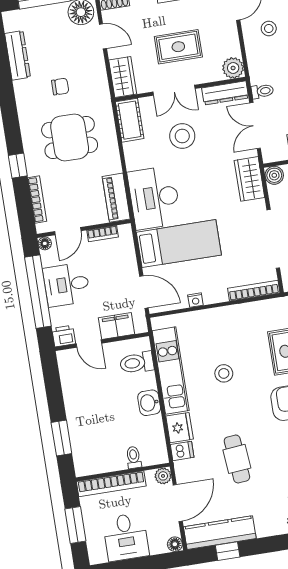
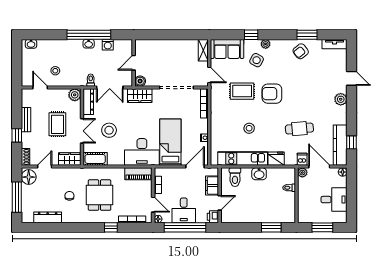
dishwasher: (182, 451) -> (302, 159), moved
bookcase: (111, 484) -> (302, 203), removed

